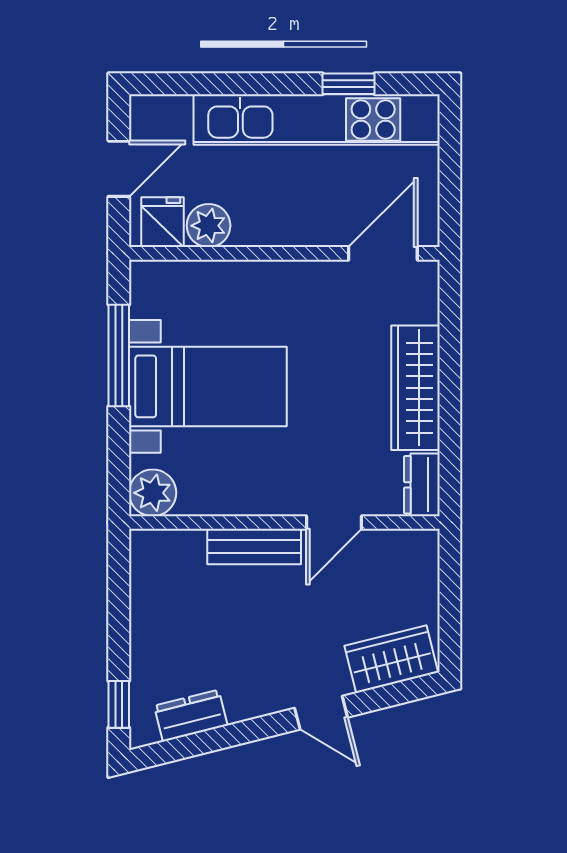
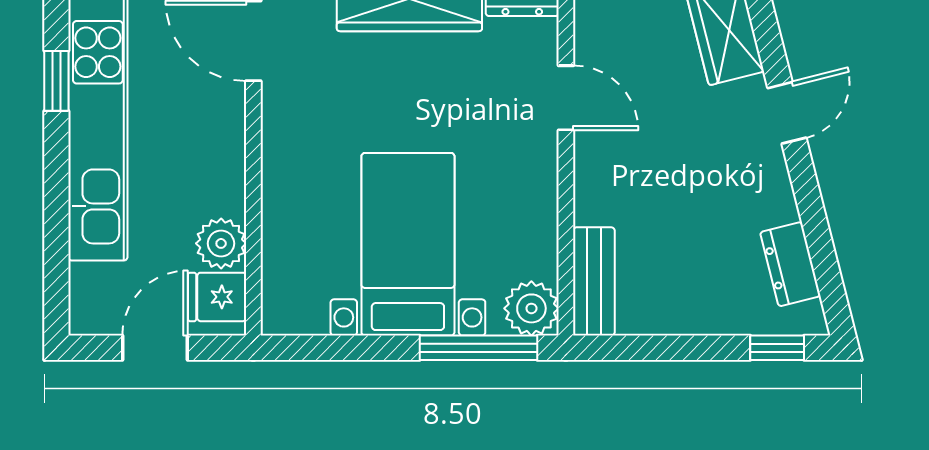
door: (119, 169) -> (155, 348), hinge flipped
window: (119, 356) -> (479, 348), moved
bench: (254, 547) -> (594, 281), moved

